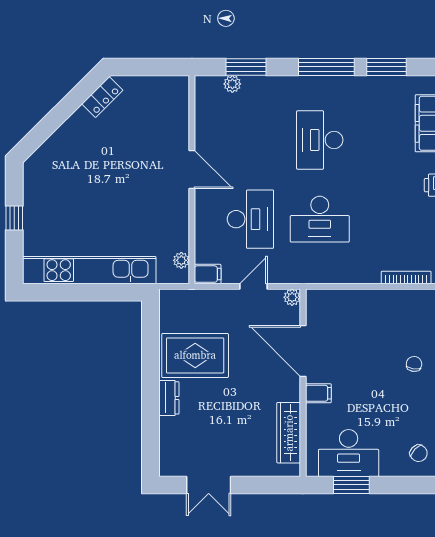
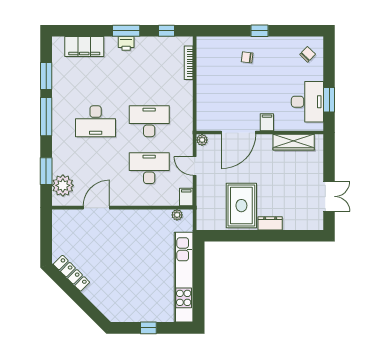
plant: (232, 84) -> (63, 185), width x1.87, depth x1.87
locker: (102, 97) -> (71, 273), width x1.53
door: (192, 170) -> (96, 208), moved
desk: (320, 219) -> (149, 121), turned -90

